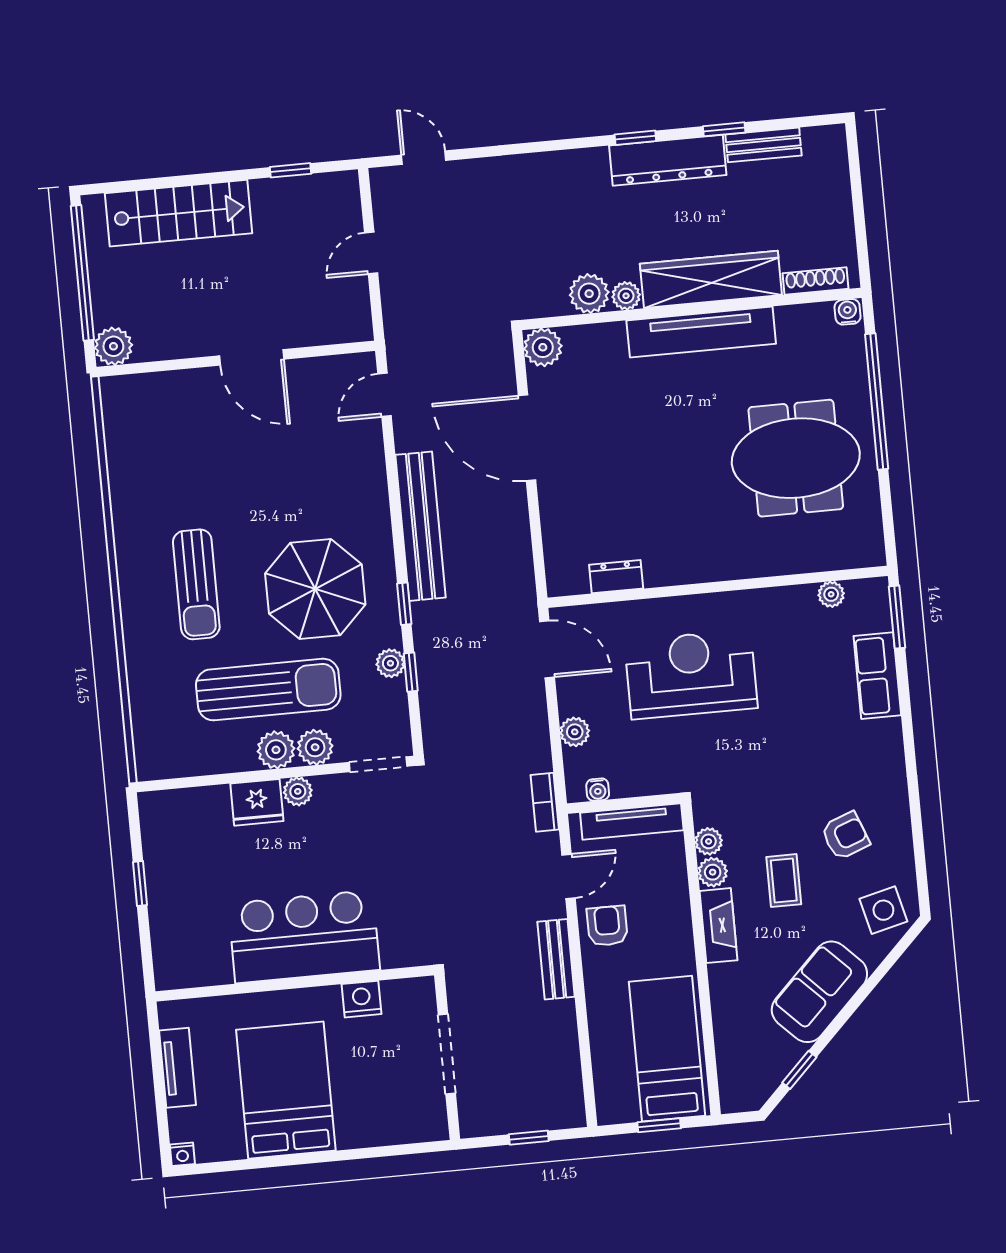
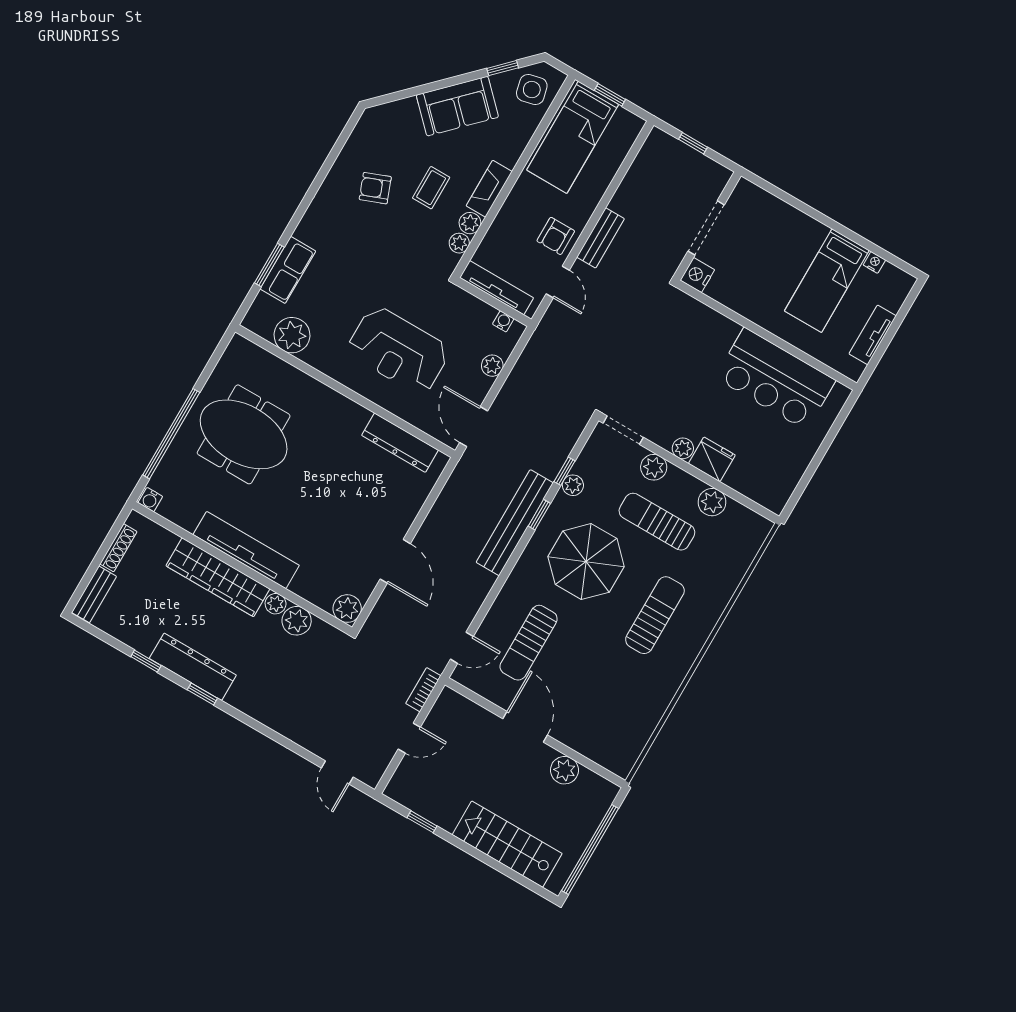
bench: (764, 145) -> (94, 594), moved, turned 90
shoe rack: (815, 281) -> (118, 548), moved, turned -90
plant: (113, 346) -> (564, 770), moved
door: (527, 438) -> (395, 561), width x0.73
sun lounger: (315, 453) -> (529, 643), added
bench: (420, 526) -> (515, 523), moved
dresser: (616, 577) -> (400, 443), width x1.96, depth x1.24
plant: (831, 594) -> (292, 335), width x1.87, depth x1.87
window: (897, 617) -> (269, 265), moved
sun lounger: (268, 690) -> (657, 522), width x0.73, depth x0.75
plant: (276, 750) -> (712, 502), moved
bookcase: (545, 802) -> (423, 690), moved, turned 180
door: (568, 876) -> (558, 282), swing flipped
window: (140, 883) -> (816, 461), removed
side table: (883, 910) -> (532, 90), moved
bar counter: (304, 937) -> (775, 379), moved
nightstand: (361, 999) -> (697, 275), moved, turned 90
bed: (286, 1090) -> (827, 281), width x0.67
nightstand: (182, 1154) -> (874, 262), moved

